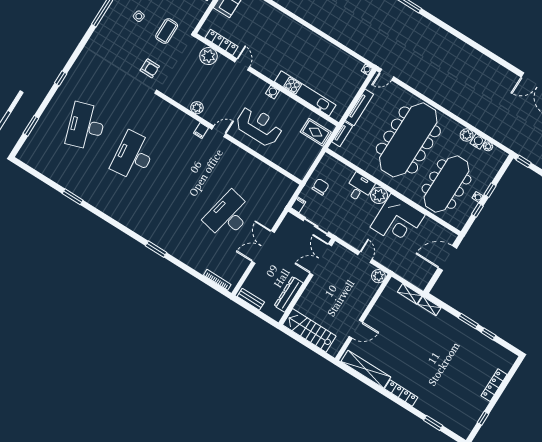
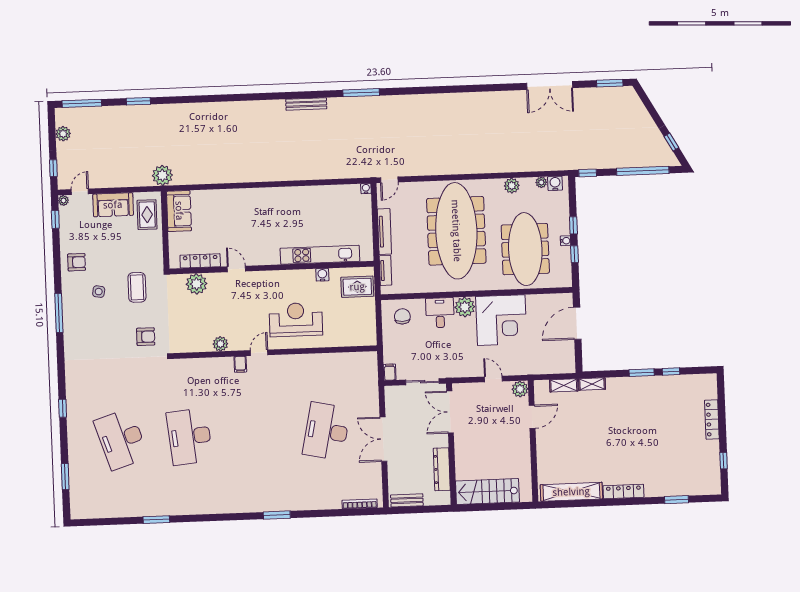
water cooler: (272, 92) -> (322, 275), moved
water cooler: (478, 141) -> (555, 183), moved
chair: (320, 187) -> (402, 316), moved
door: (356, 329) -> (532, 417), moved

